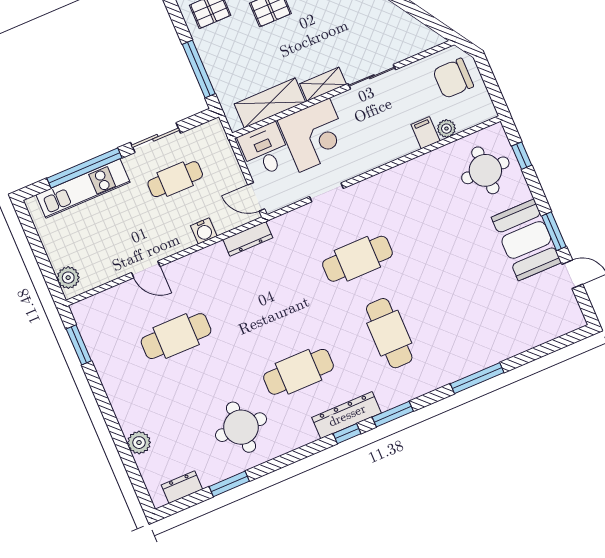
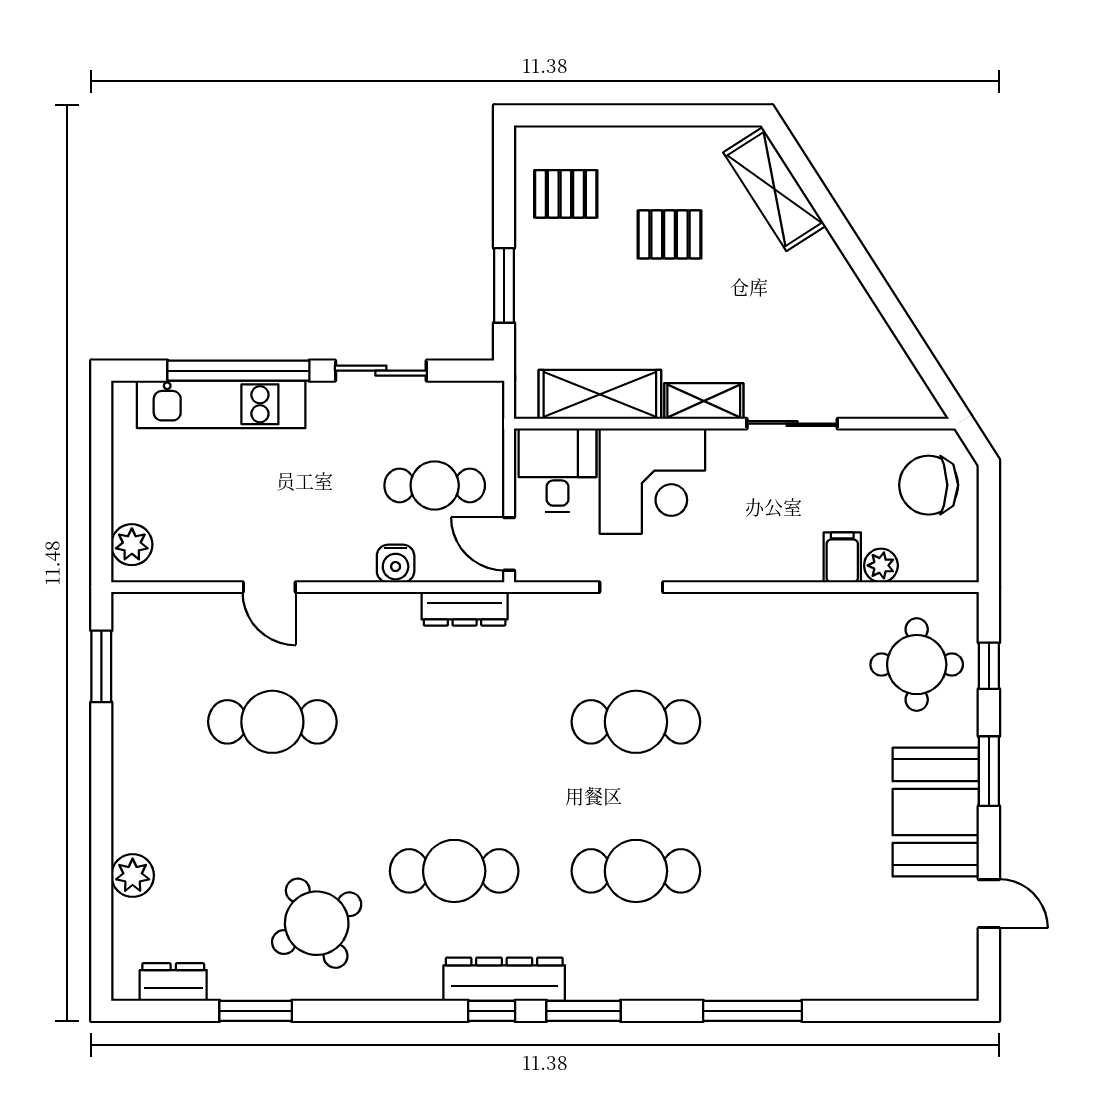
window: (199, 69) -> (504, 285), width x0.69
cafe table: (175, 179) -> (435, 485), moved
window: (554, 231) -> (989, 771), moved
cafe table: (389, 333) -> (636, 871), turned 90
round table: (241, 427) -> (317, 923), turned -30

